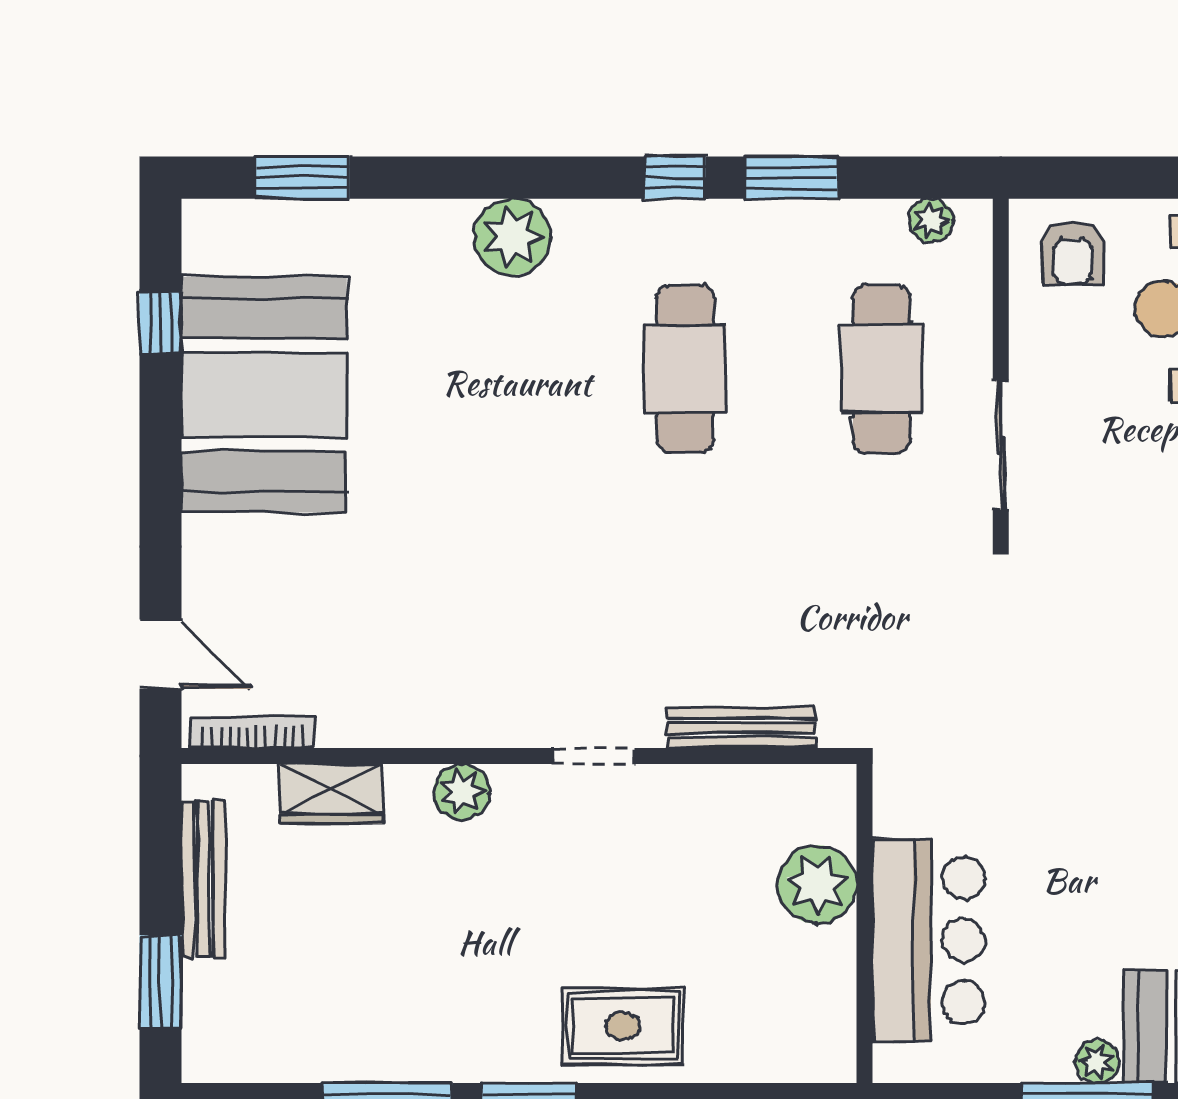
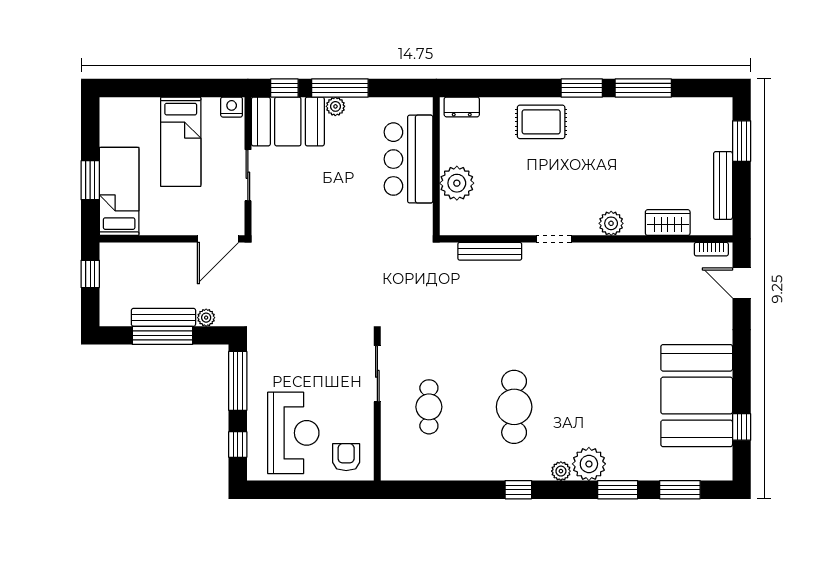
window: (792, 178) -> (618, 490), moved
plant: (931, 221) -> (561, 471), moved
cafe table: (882, 369) -> (429, 407), width x0.73, depth x0.74
bookcase: (252, 732) -> (711, 249), width x0.64
dresser: (806, 1060) -> (462, 107), added

